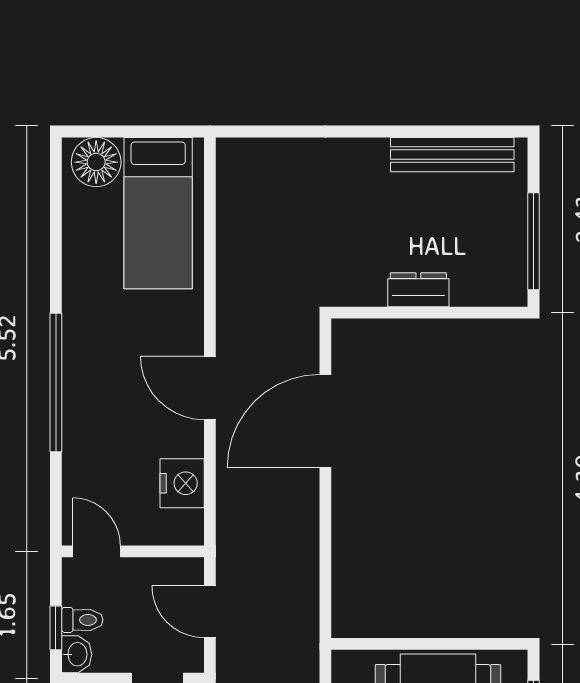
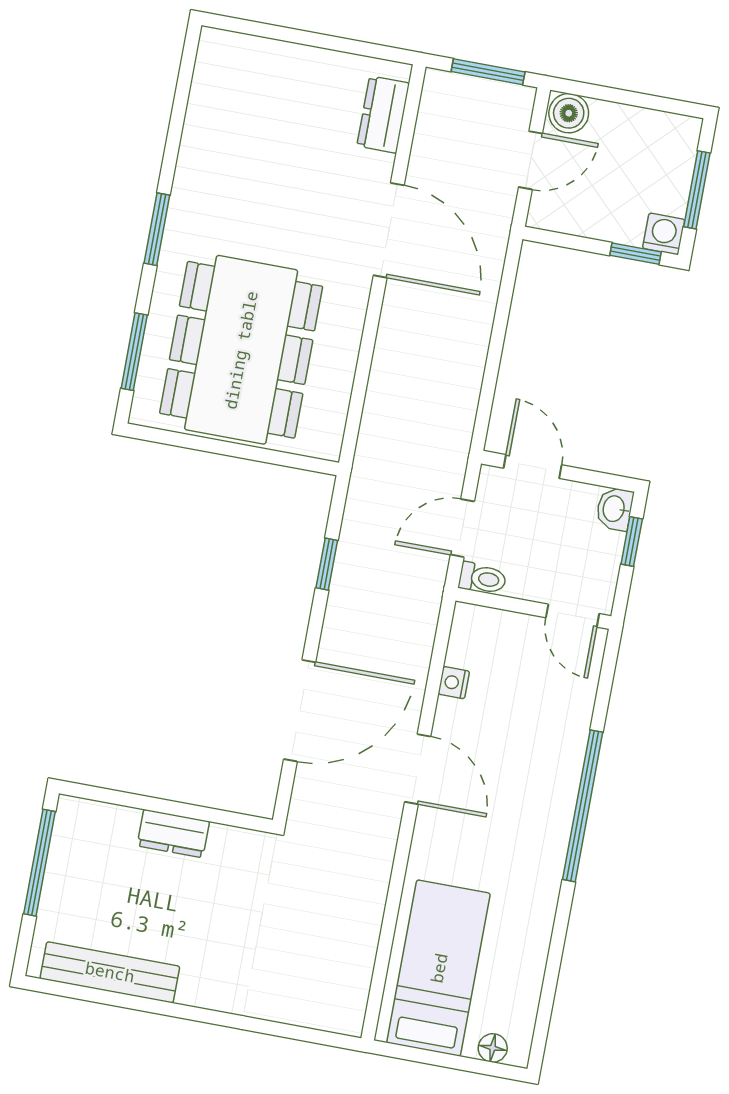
floor lamp: (96, 162) -> (493, 1048), width x0.53, depth x0.53
nightstand: (182, 483) -> (454, 683), width x0.53, depth x0.56
window: (325, 557) -> (327, 564), added
door: (210, 612) -> (462, 528), swing flipped
toilet: (82, 620) -> (482, 578), moved, turned 180

